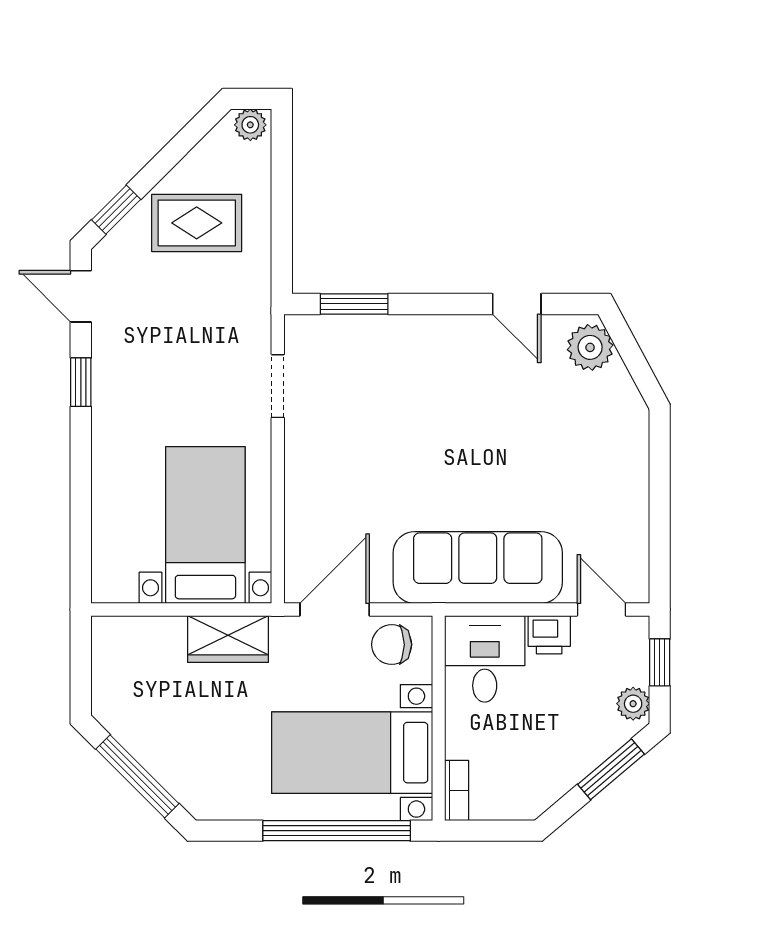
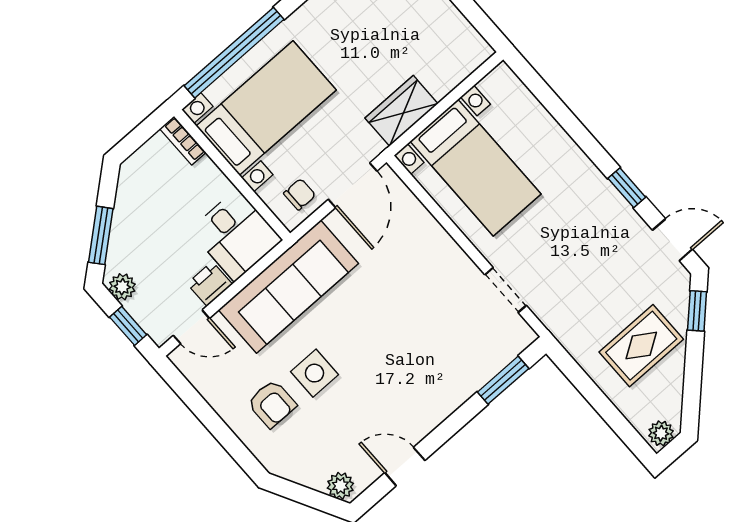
plant: (590, 347) -> (340, 486), width x0.73, depth x0.73
side table: (524, 465) -> (314, 373), added
armchair: (589, 472) -> (272, 404), added
chair: (392, 645) -> (300, 194), width x0.73, depth x0.73

